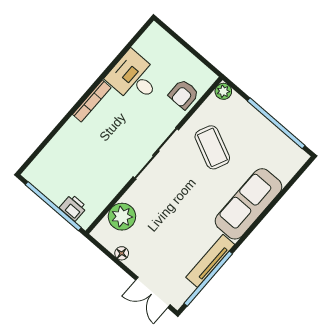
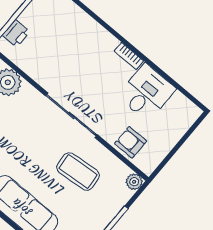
bookcase: (92, 101) -> (129, 56), width x0.64
coffee table: (212, 147) -> (78, 171), turned 60

